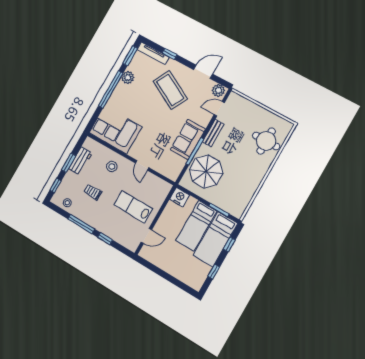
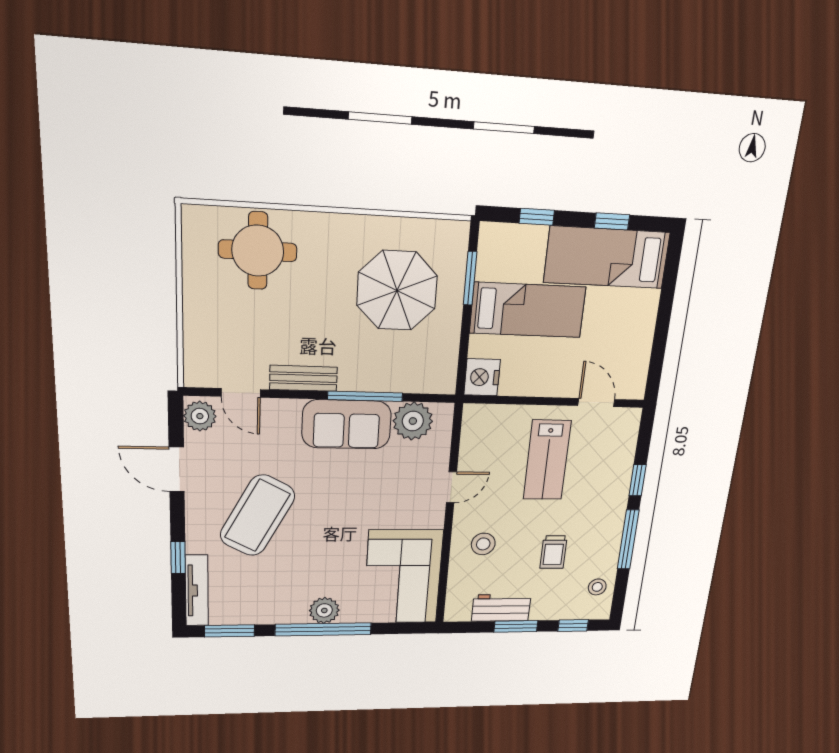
plant: (128, 78) -> (324, 610), moved
plant: (176, 164) -> (413, 421), added
parasol: (206, 171) -> (397, 291), moved
bed: (215, 239) -> (607, 257), moved, turned 180

